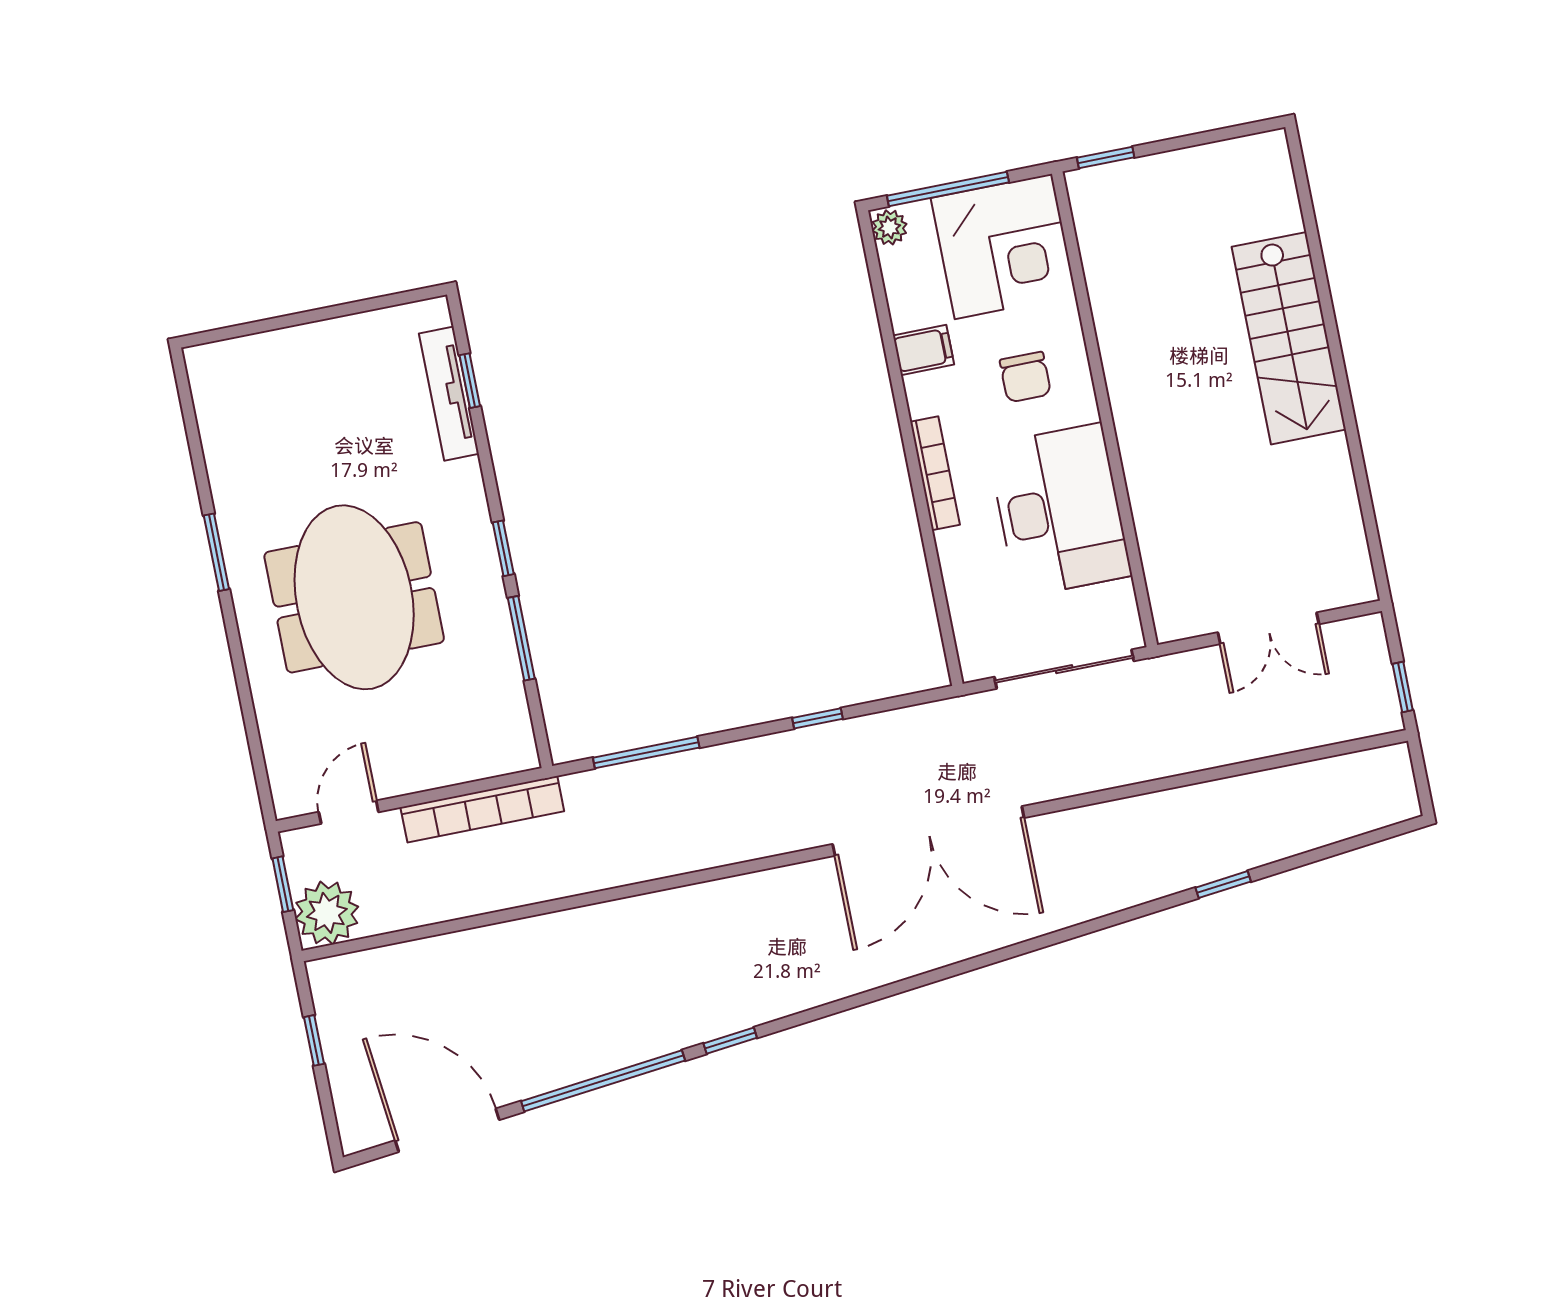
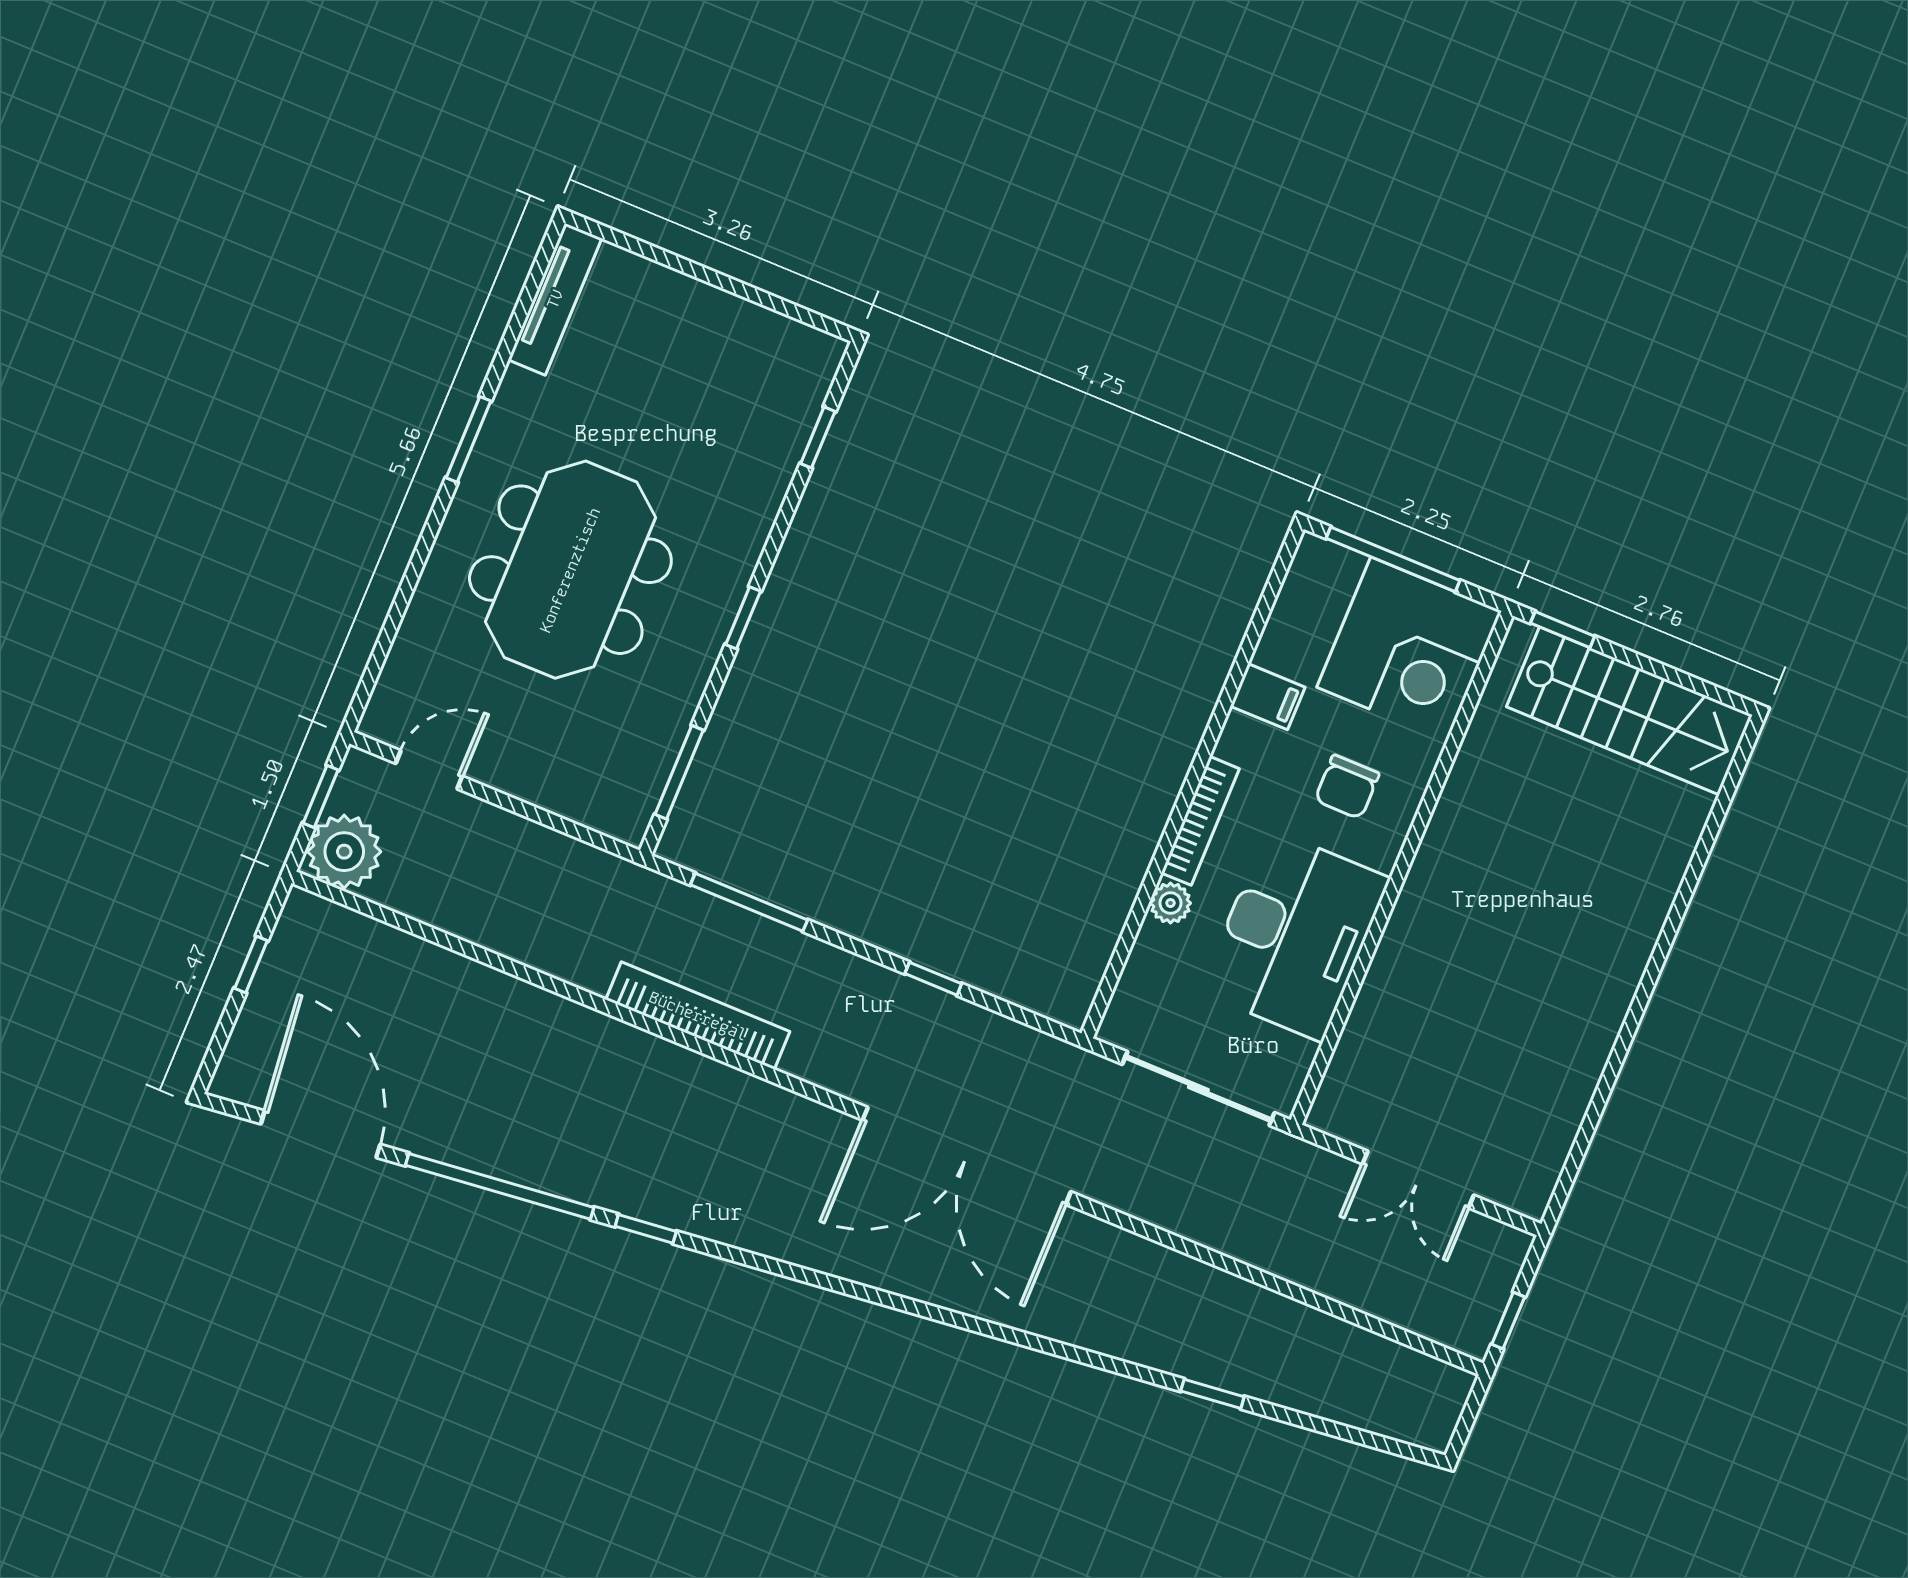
plant: (889, 227) -> (1170, 903), moved
stairs: (1289, 338) -> (1629, 711), moved, turned -90
tv unit: (449, 394) -> (555, 299), moved, turned 180
window: (521, 638) -> (679, 772), moved
bookcase: (482, 809) -> (698, 1016), moved, turned 180

